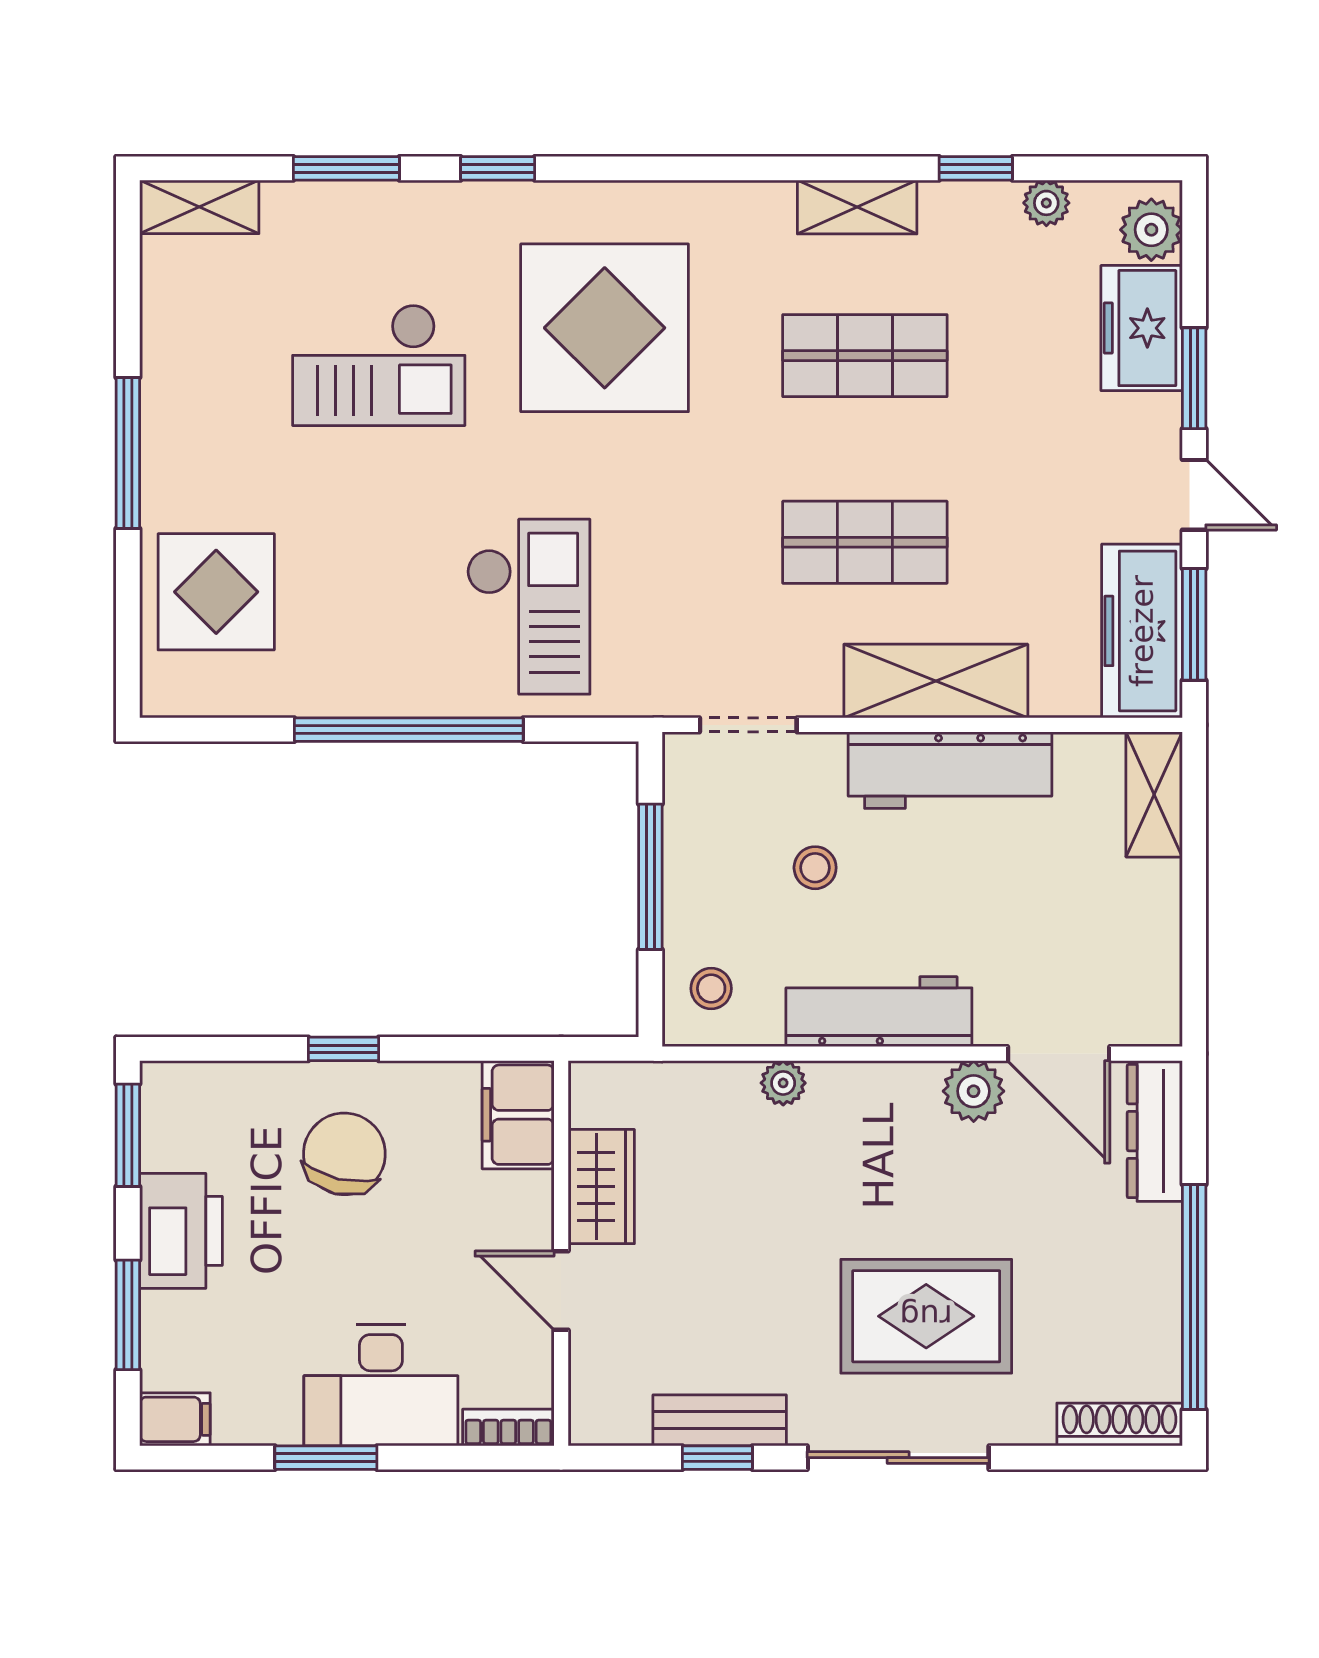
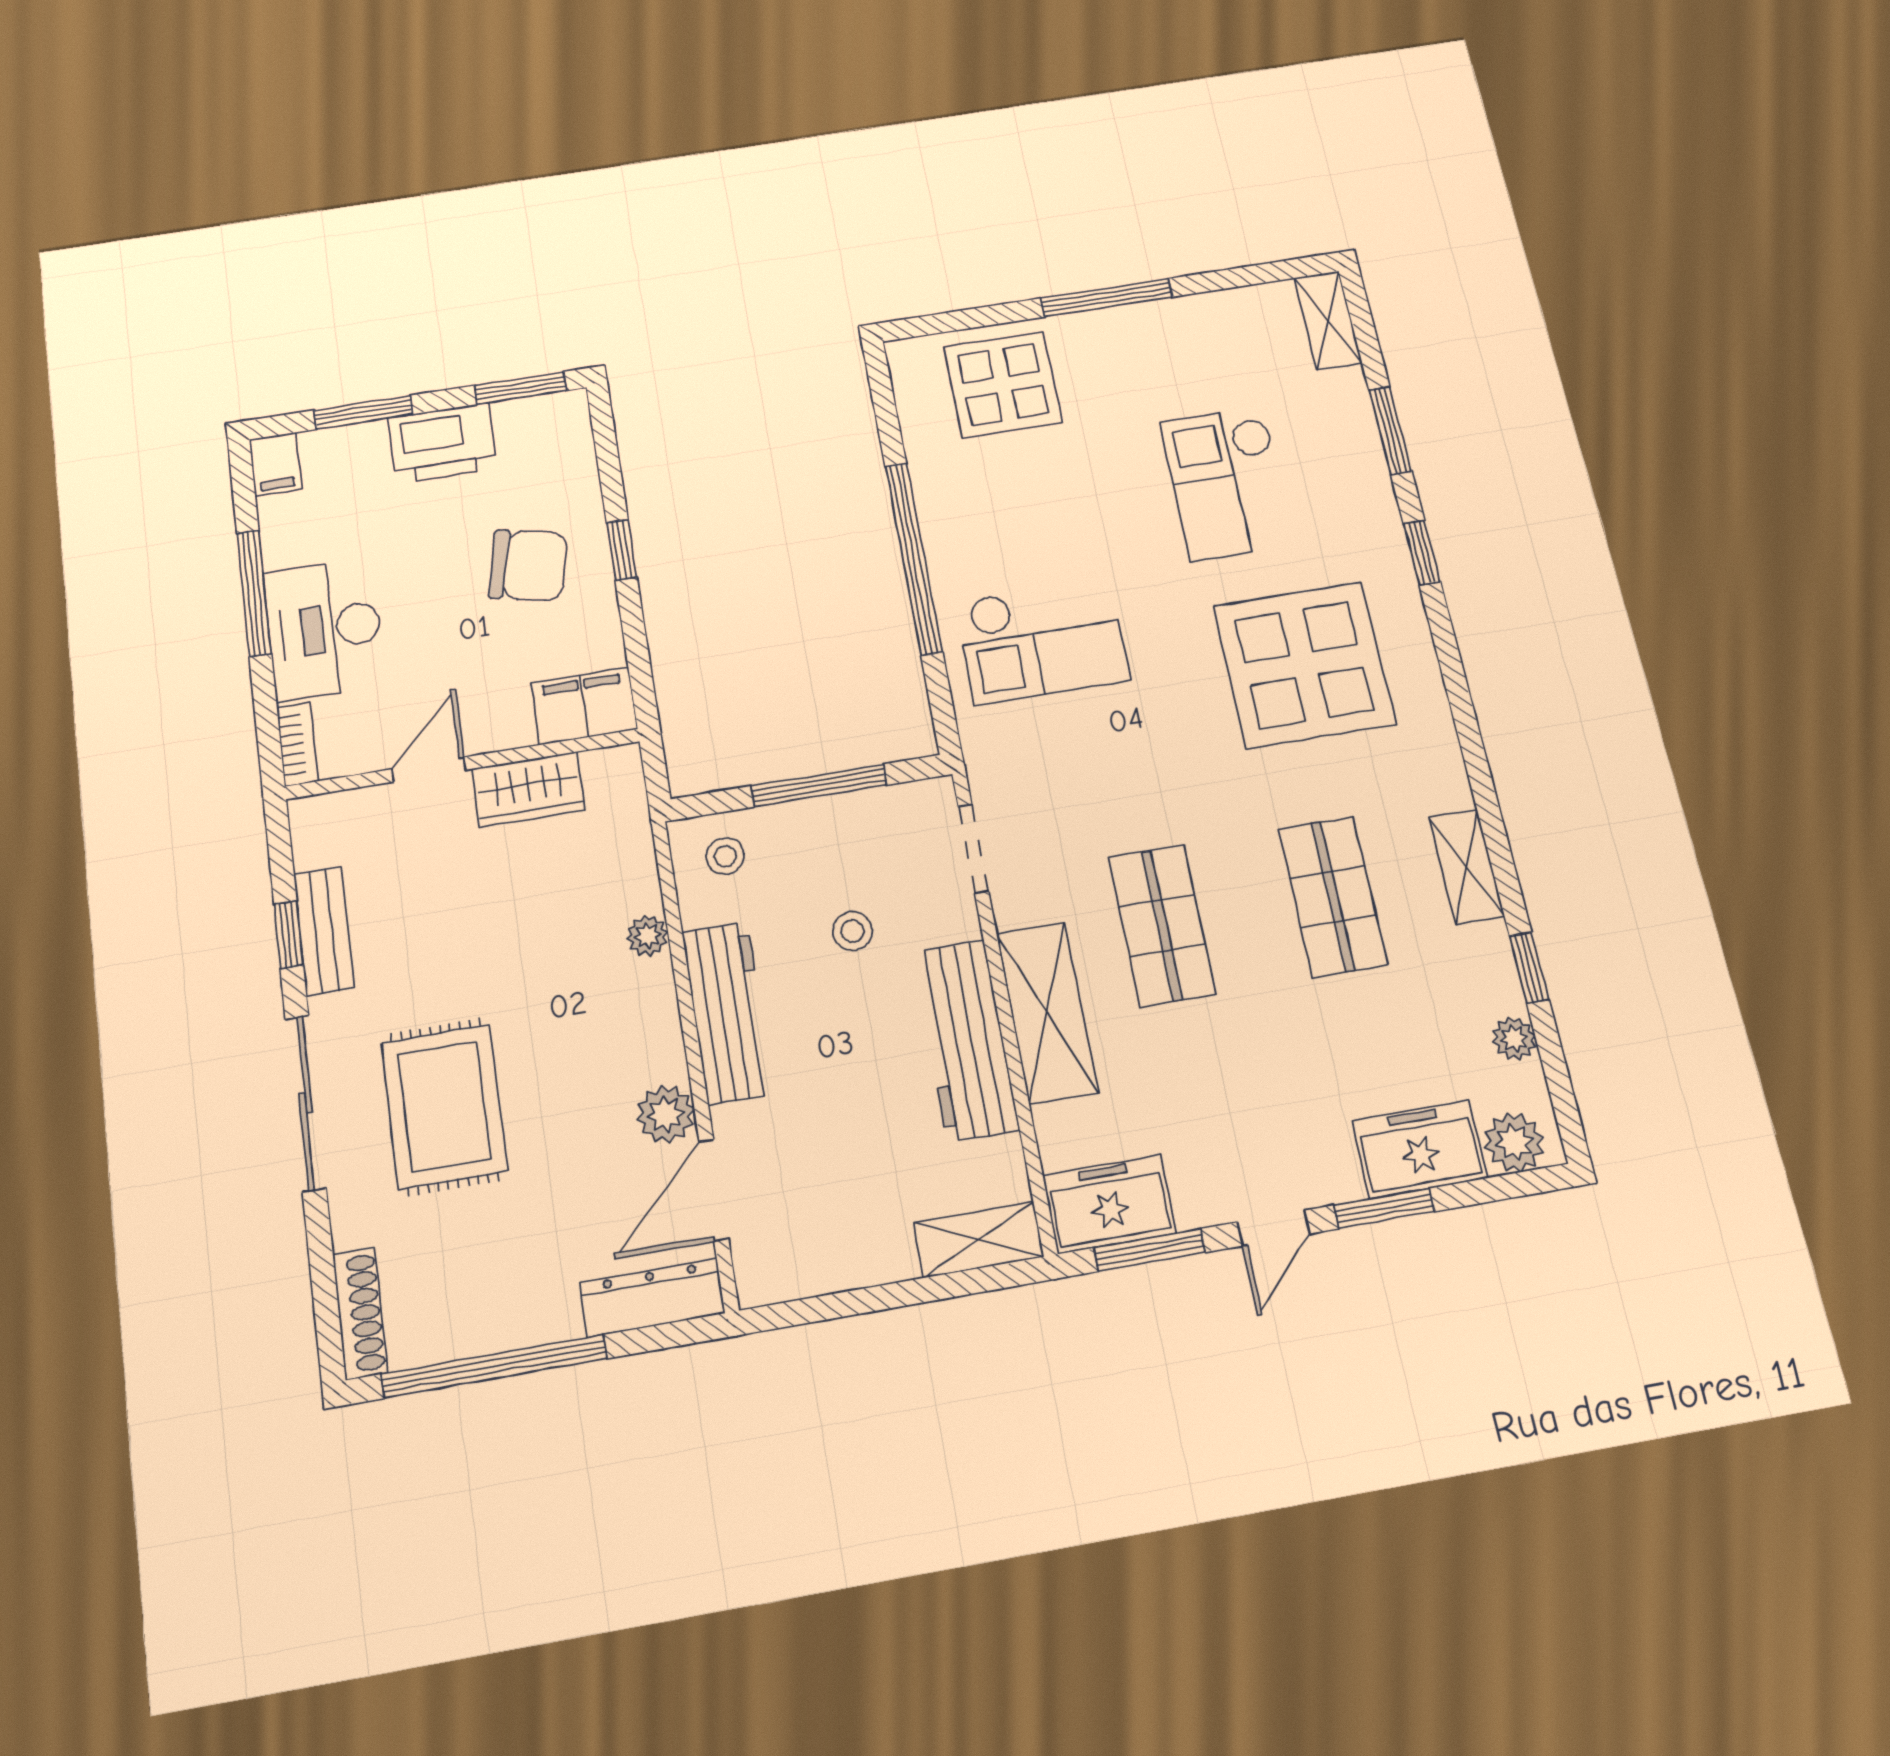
freezer: (1142, 631) -> (1109, 1204), width x0.71
window: (326, 1458) -> (254, 593), width x1.44

